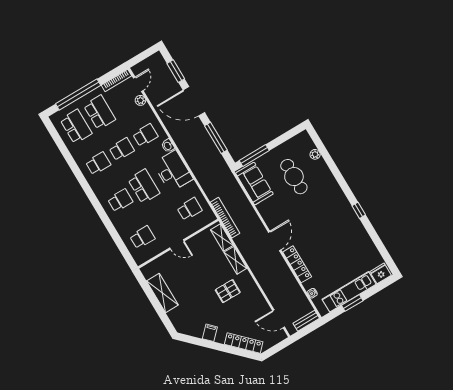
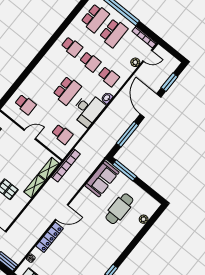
school desk: (120, 200) -> (49, 76), removed
door: (177, 244) -> (30, 134), swing flipped

